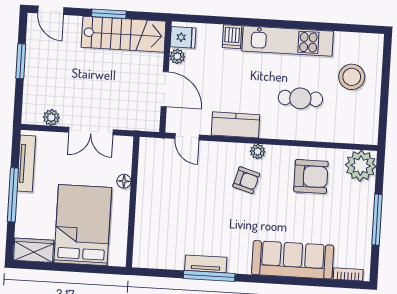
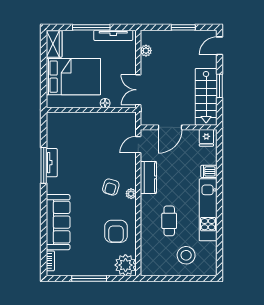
plant: (177, 56) -> (193, 135), removed
double door: (91, 131) -> (138, 90), moved

